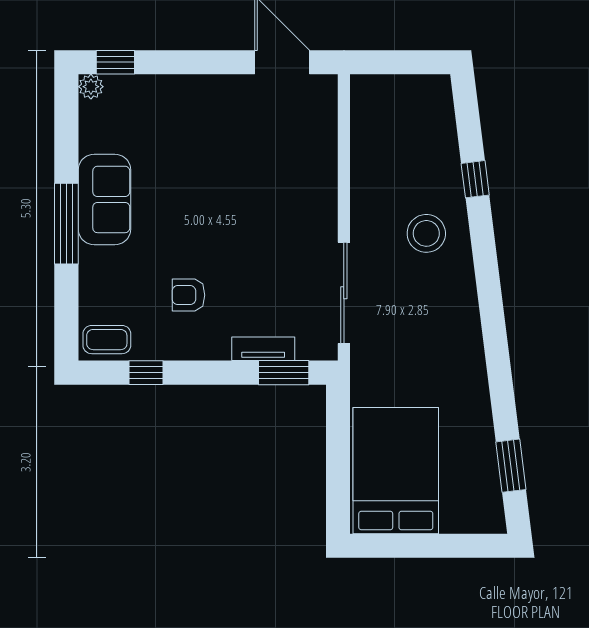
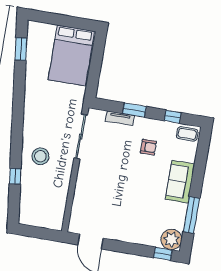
plant: (91, 87) -> (171, 239), width x1.87, depth x1.87
sofa: (104, 199) -> (180, 182), moved
window: (66, 224) -> (191, 215), moved
window: (284, 373) -> (134, 110), moved

